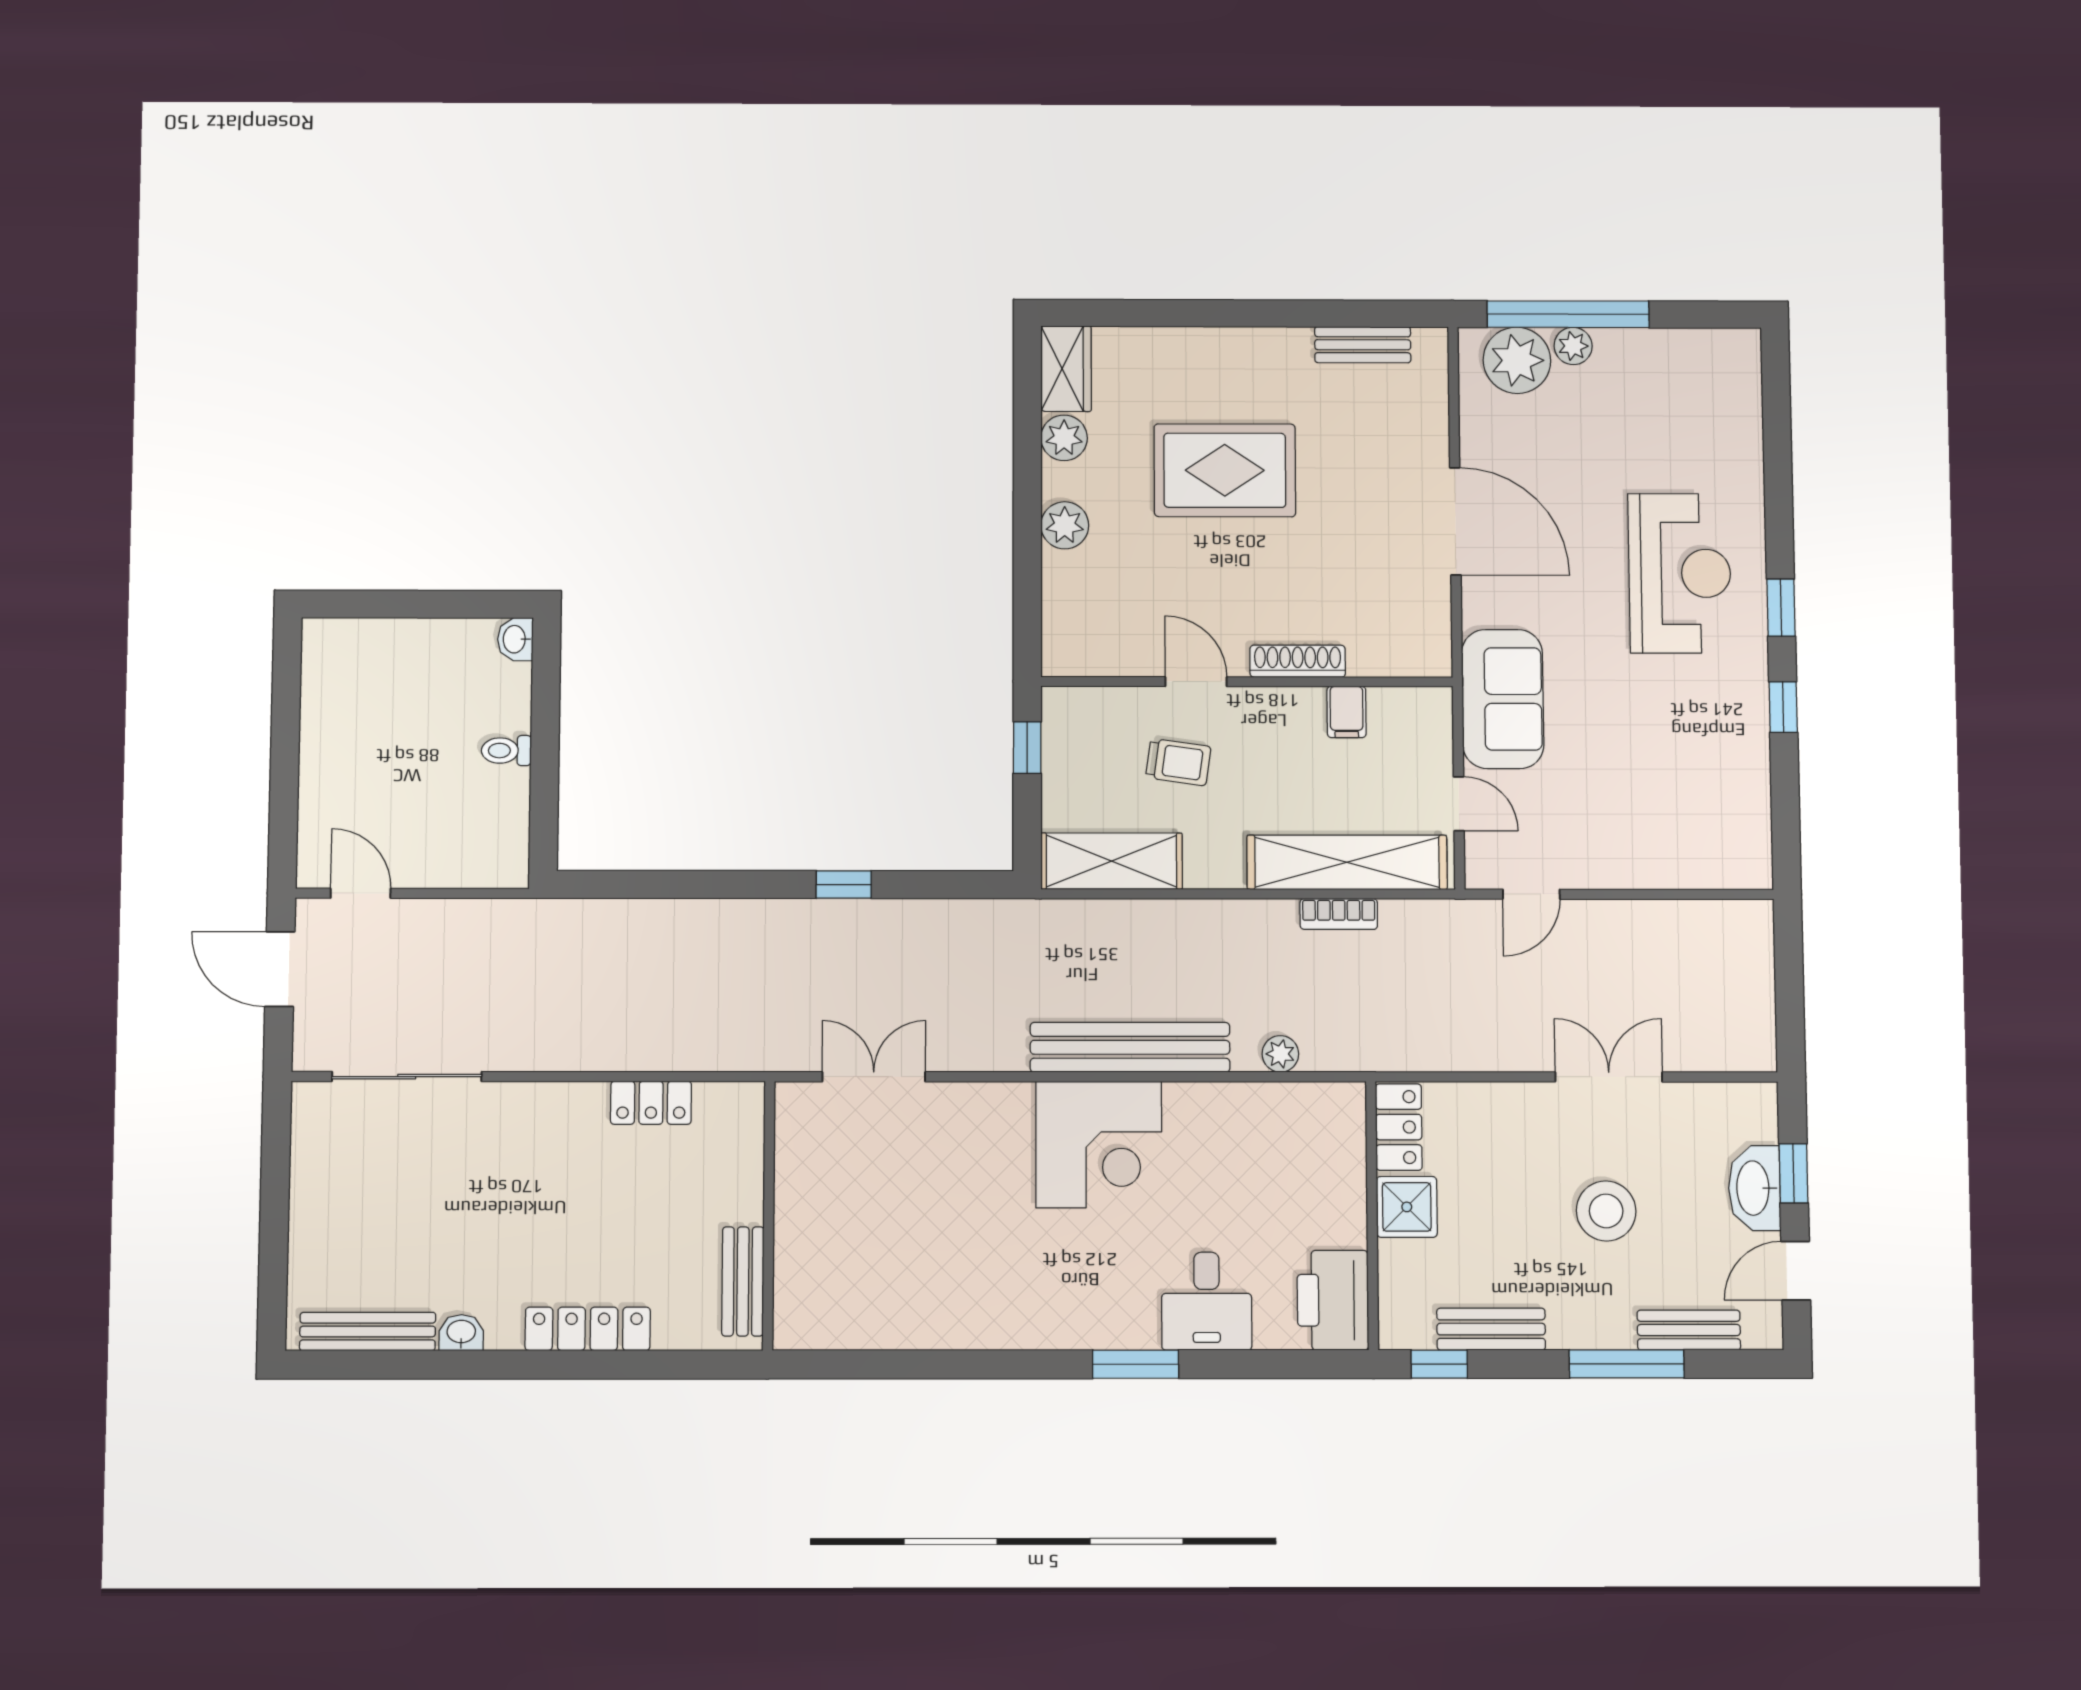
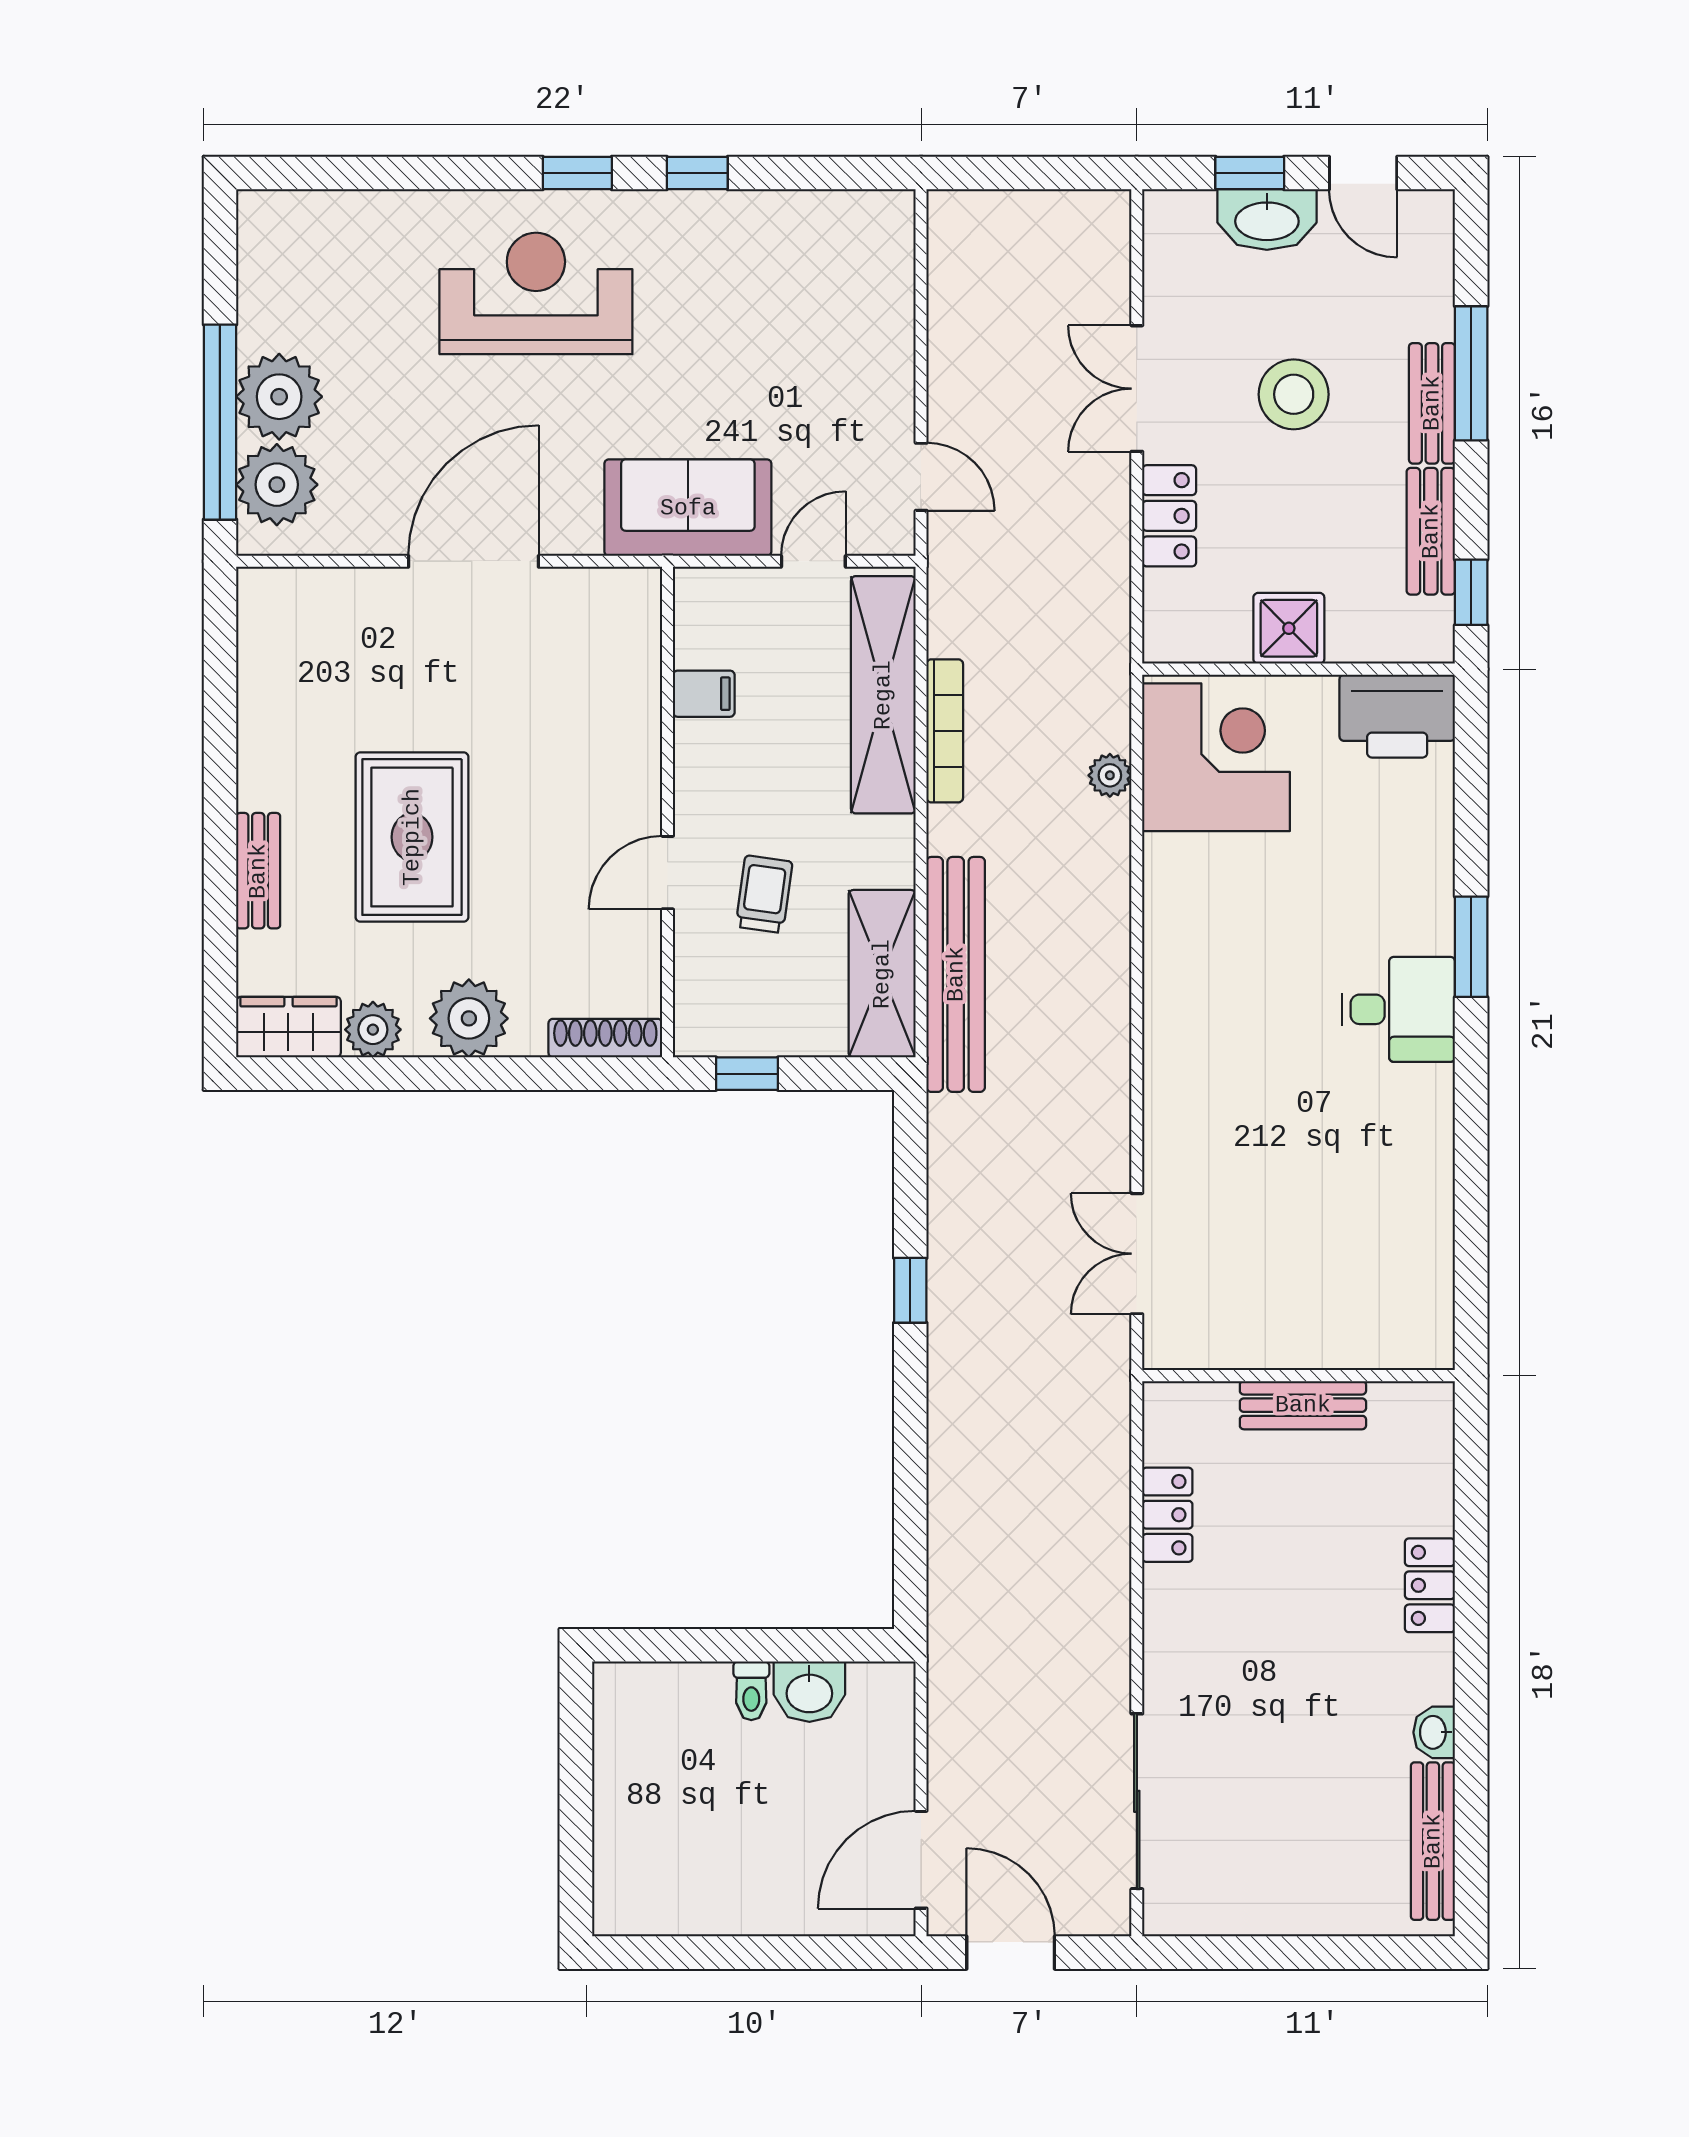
bench: (1363, 345) -> (258, 871), moved
plant: (1573, 346) -> (279, 397), width x1.87, depth x1.87
plant: (1065, 525) -> (469, 1018), width x1.36, depth x1.36
washbasin: (515, 639) -> (809, 1692), moved, width x1.38, depth x1.45
shoe rack: (1298, 661) -> (605, 1038), moved, turned 90
door: (361, 893) -> (921, 1860), width x1.38
bookcase: (1339, 914) -> (945, 731), width x1.56
door: (280, 969) -> (1011, 1953), swing flipped
bench: (1130, 1047) -> (956, 974), moved
locker: (1399, 1127) -> (1169, 516), moved, turned 90
corner desk: (1099, 1144) -> (1216, 757), moved
bench: (743, 1281) -> (1303, 1405), moved
desk: (1207, 1301) -> (1398, 1009), moved
locker: (588, 1329) -> (1430, 1585), width x0.66
bench: (1689, 1330) -> (1432, 403), moved

